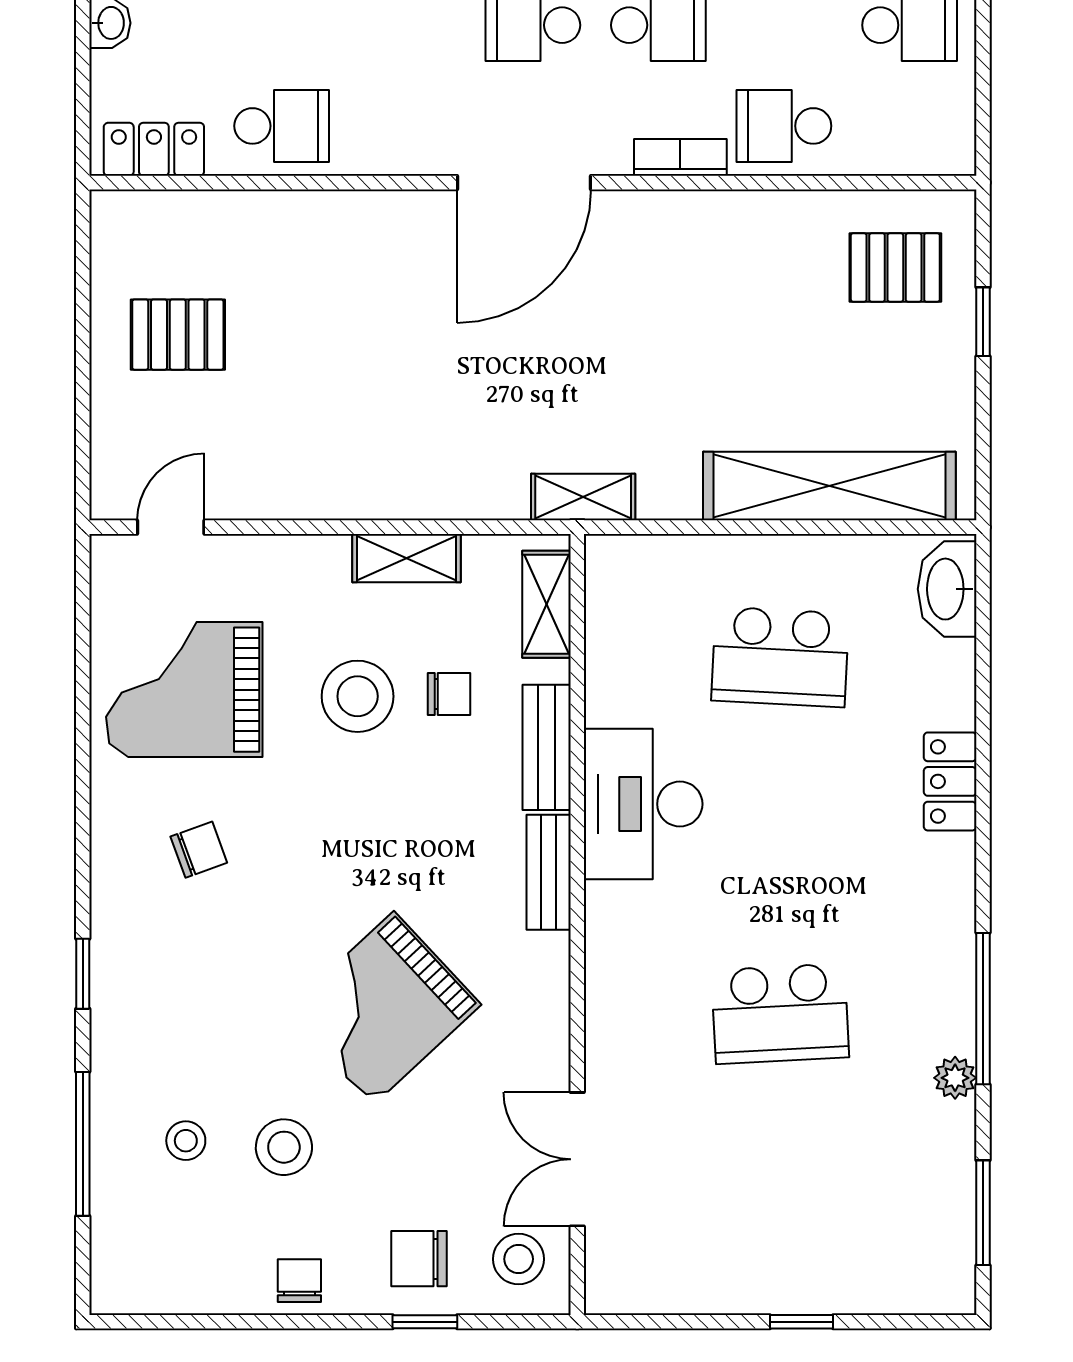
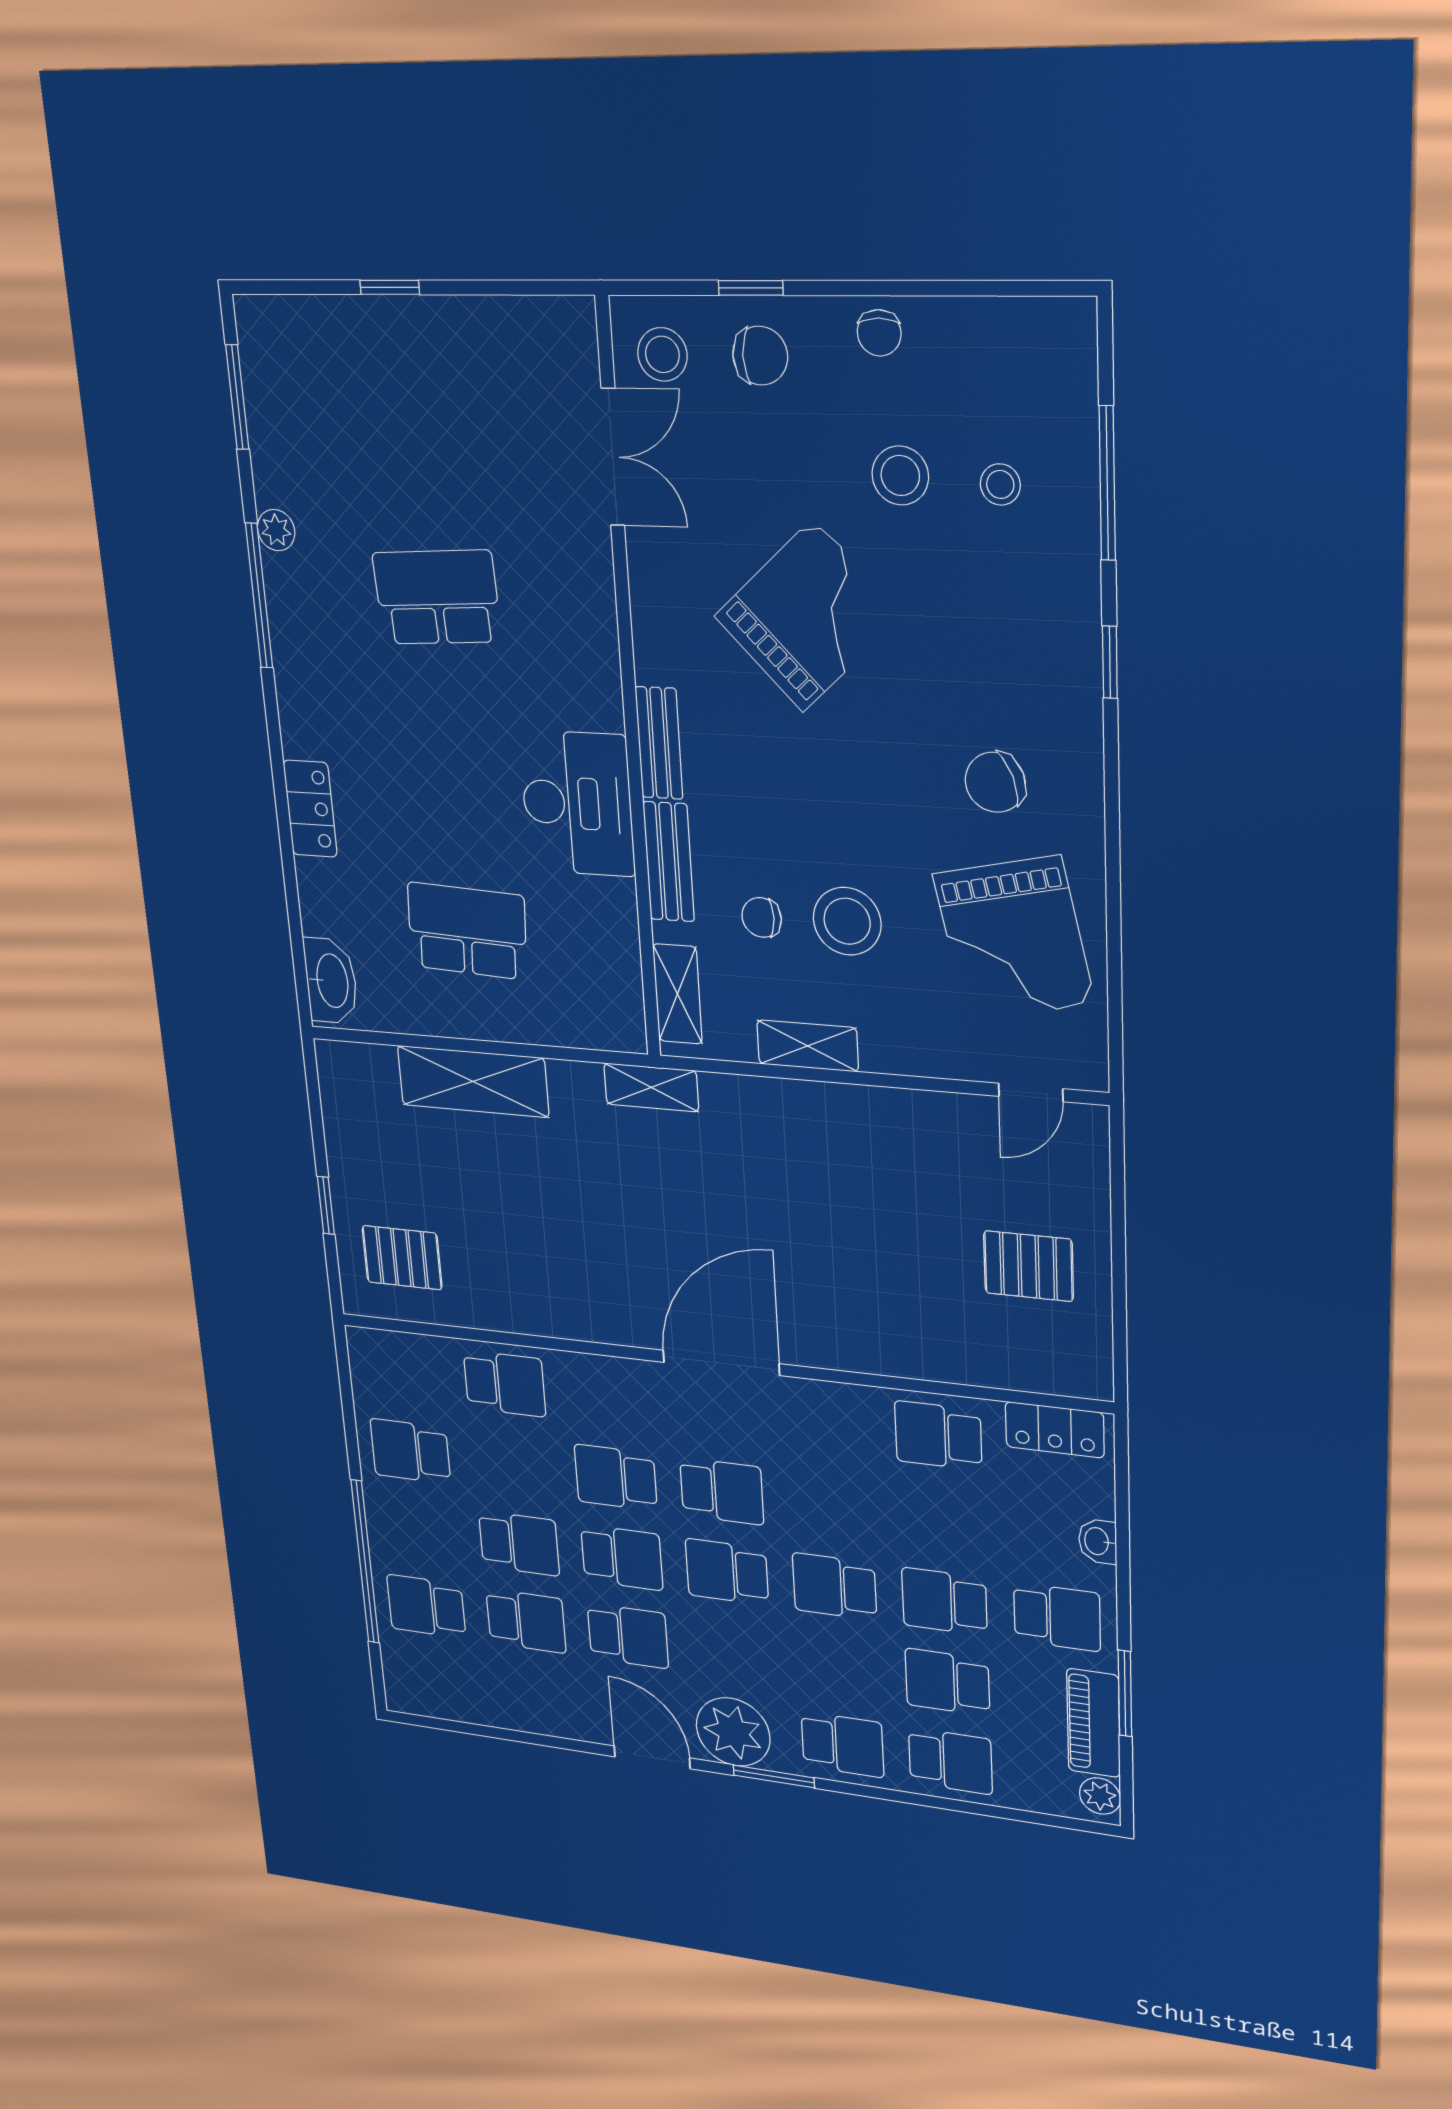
bookcase: (680, 157) -> (589, 1368), removed
shelving: (829, 486) -> (473, 1081), width x0.68
grand piano: (184, 690) -> (1014, 939), turned 78
chair: (199, 850) -> (995, 782), width x1.37, depth x1.37

